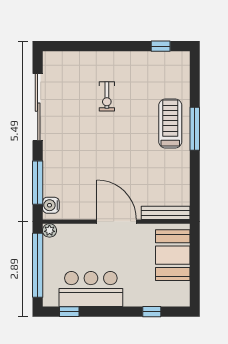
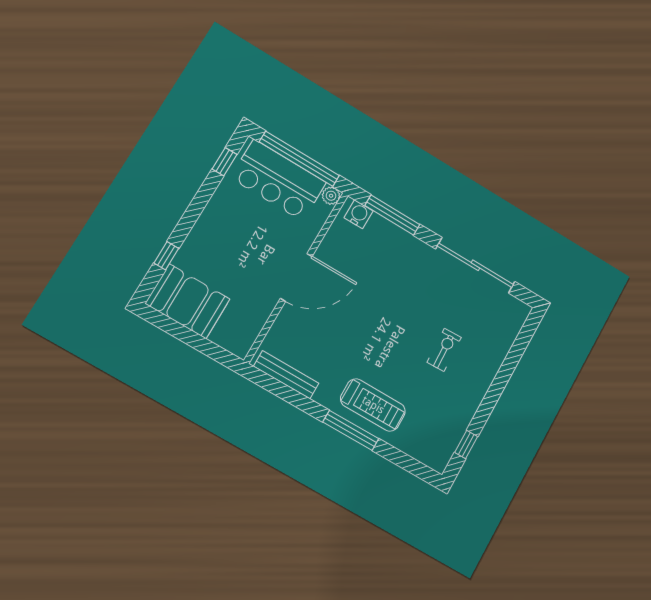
exercise bike: (107, 96) -> (444, 350), turned 88
bench: (166, 213) -> (286, 375), moved, turned 90
booth: (173, 255) -> (188, 301), moved
bar counter: (91, 289) -> (278, 180), moved, turned 90

